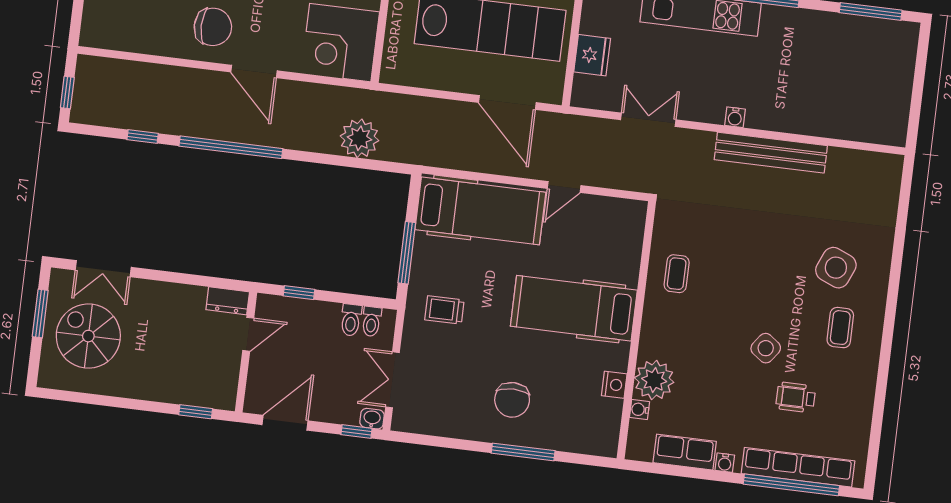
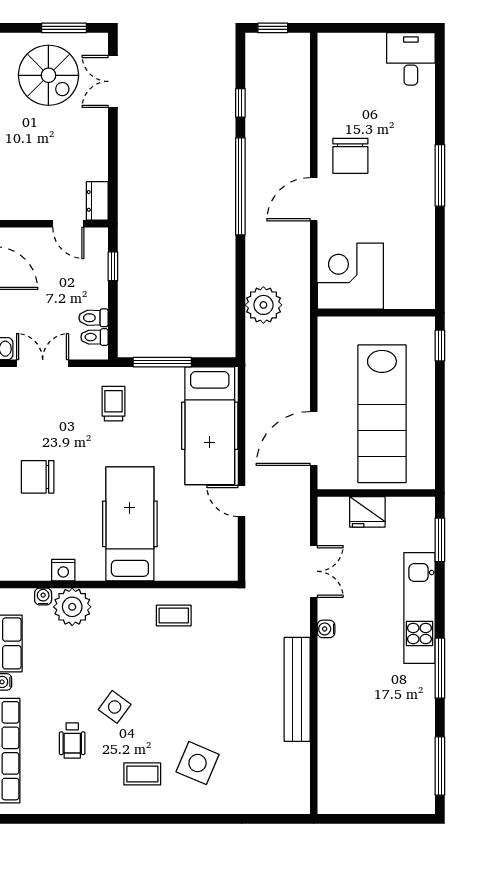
water cooler: (735, 117) -> (326, 629), moved
spiral stairs: (88, 336) -> (48, 75), turned 90
wheelchair: (796, 397) -> (72, 740), turned 180

